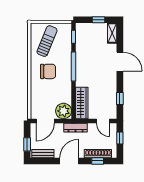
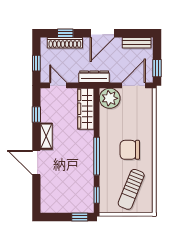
window: (98, 20) -> (80, 217), moved
shelving: (112, 33) -> (46, 136), moved
window: (27, 144) -> (157, 68), moved

